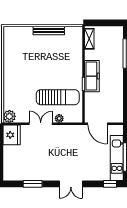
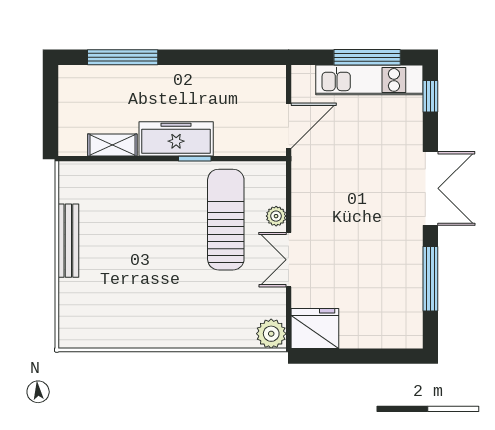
shelving: (89, 39) -> (112, 145), moved
window: (33, 184) -> (430, 279), width x1.44
double door: (71, 184) -> (430, 188), width x1.37

